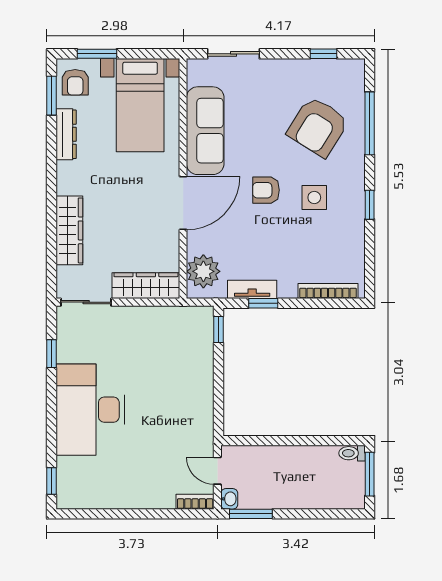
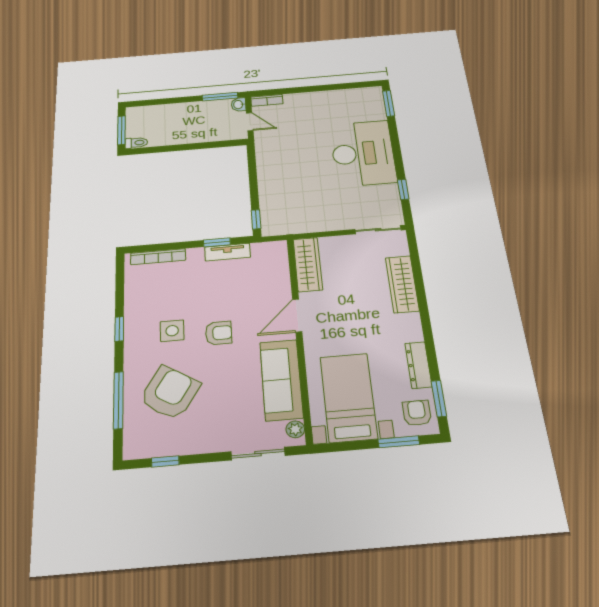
door: (183, 203) -> (297, 316), width x0.73
plant: (203, 271) -> (295, 429), moved, width x0.53, depth x0.53
wardrobe: (146, 286) -> (308, 264), moved, turned -90
window: (51, 481) -> (389, 103), width x1.50

